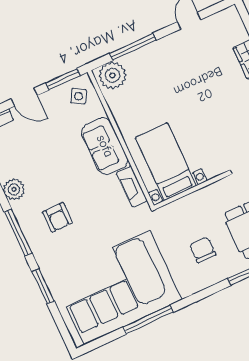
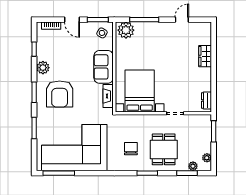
bed with nightstands: (166, 162) -> (140, 91), width x1.36
armchair: (57, 217) -> (60, 94), width x1.88, depth x1.88
window: (18, 232) -> (34, 92), width x0.69
window: (148, 320) -> (59, 173), moved

